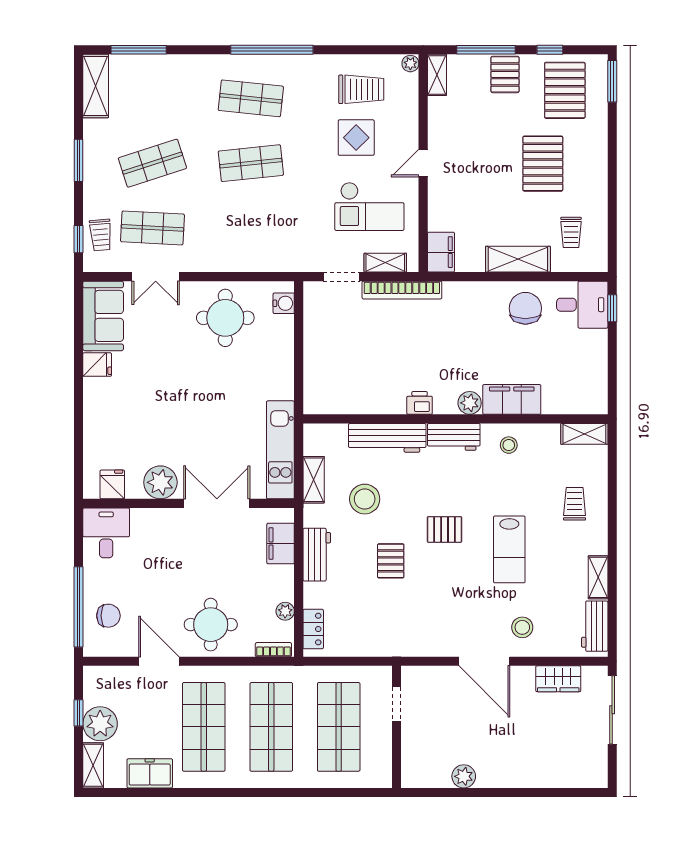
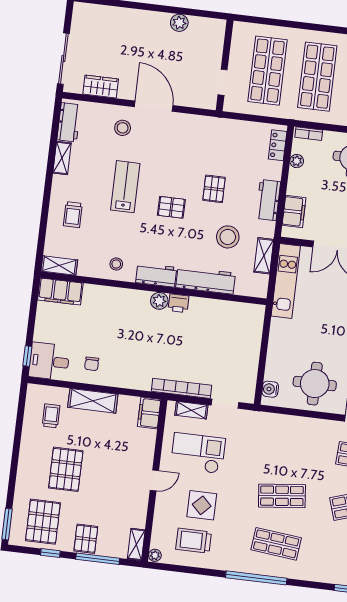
chair: (525, 308) -> (92, 364), width x0.54, depth x0.54
filing cabinet: (512, 399) -> (60, 292), moved
plant: (470, 403) -> (159, 301), moved

